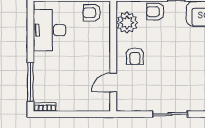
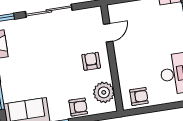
sliding door: (170, 114) -> (49, 11), width x1.37

